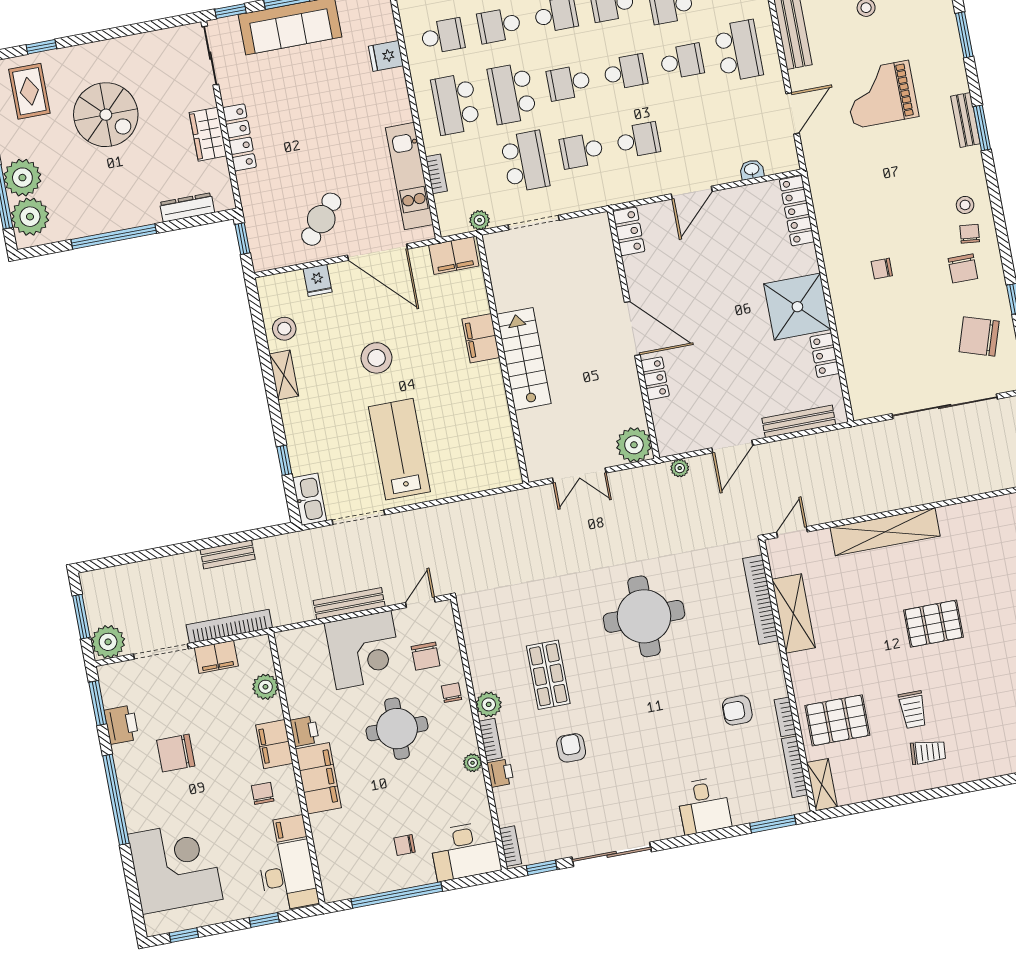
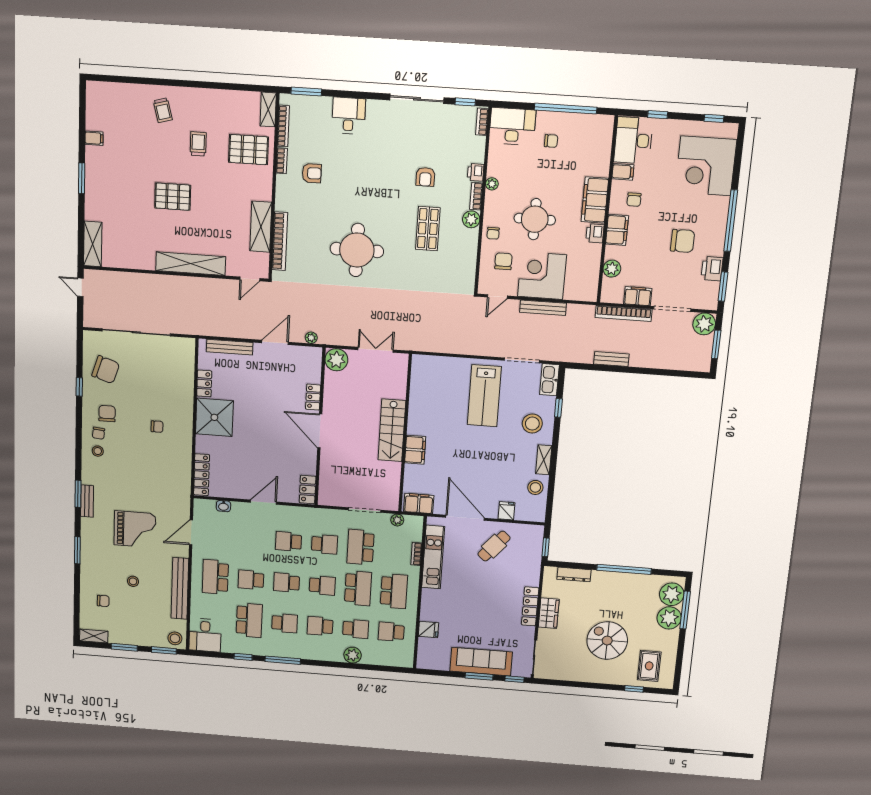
stool: (377, 358) -> (532, 424), moved
trolley: (928, 752) -> (163, 110), moved, turned -109

